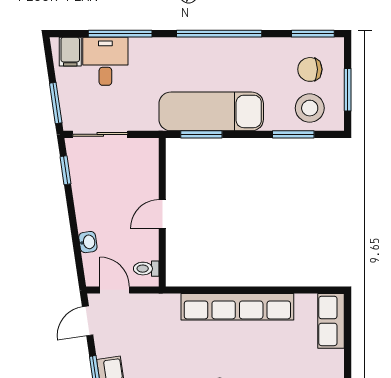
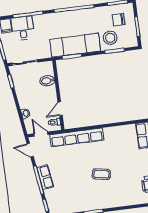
stool: (310, 108) -> (110, 38), moved
bidet: (143, 179) -> (47, 81), added
door: (162, 214) -> (60, 109), moved
row of seats: (237, 307) -> (77, 137), moved
door: (88, 321) -> (30, 150), hinge flipped

